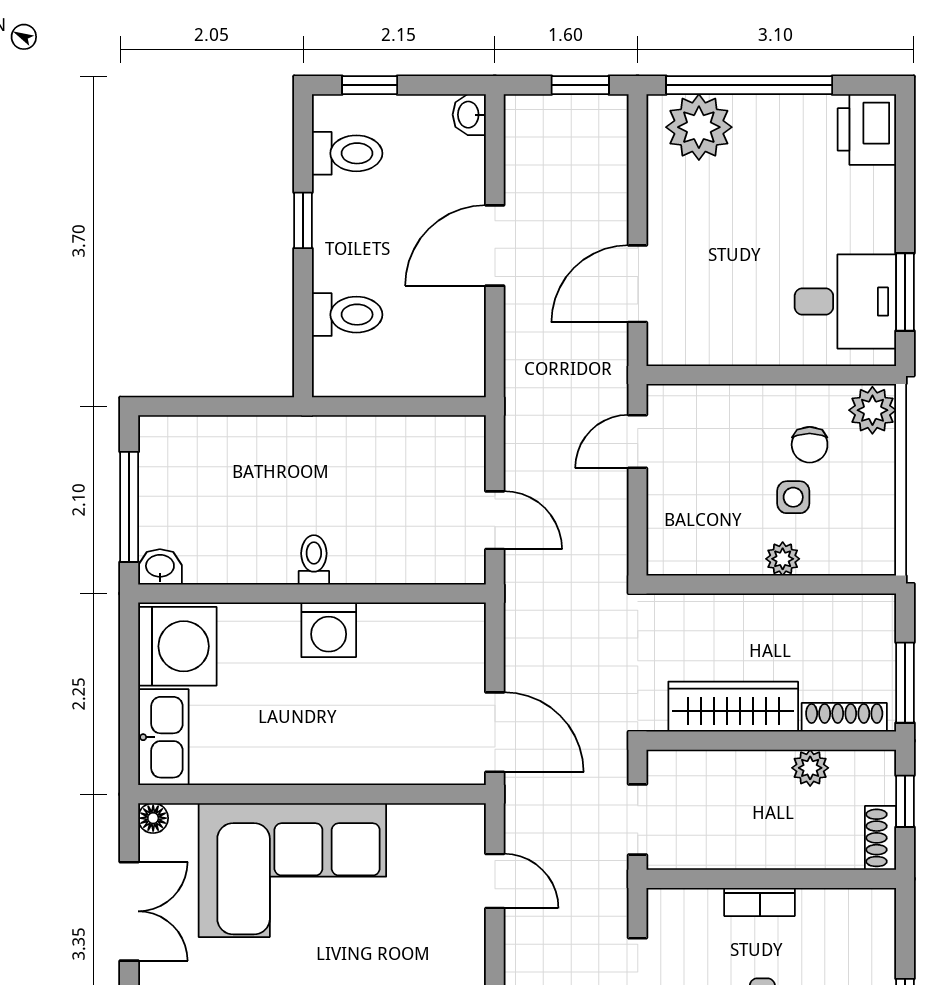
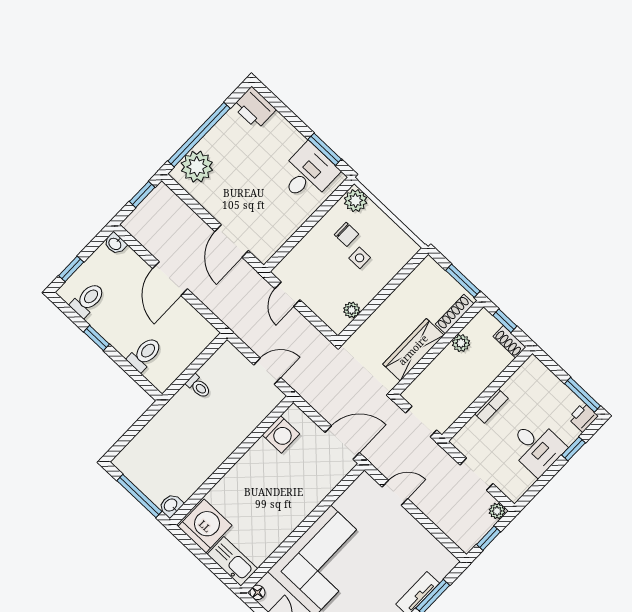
plant: (783, 559) -> (352, 310), moved
toilet: (314, 560) -> (198, 386), moved, turned 180
washing machine: (329, 630) -> (281, 434), moved

